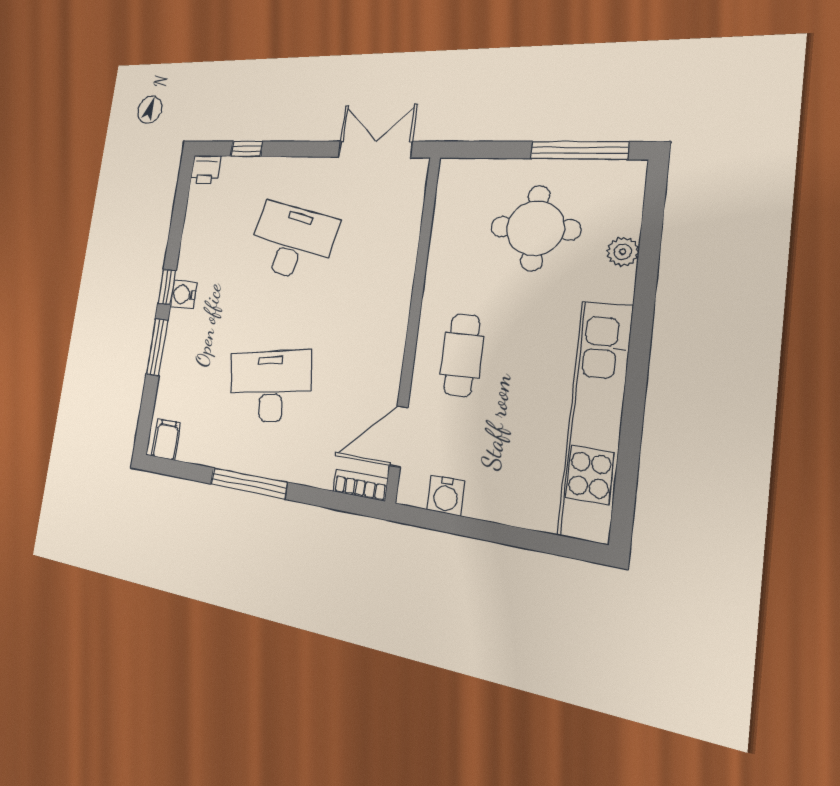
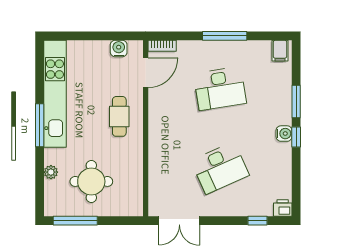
desk: (292, 242) -> (220, 168), turned -36
window: (639, 355) -> (40, 125), added

